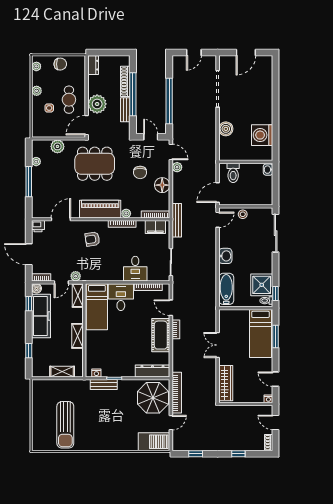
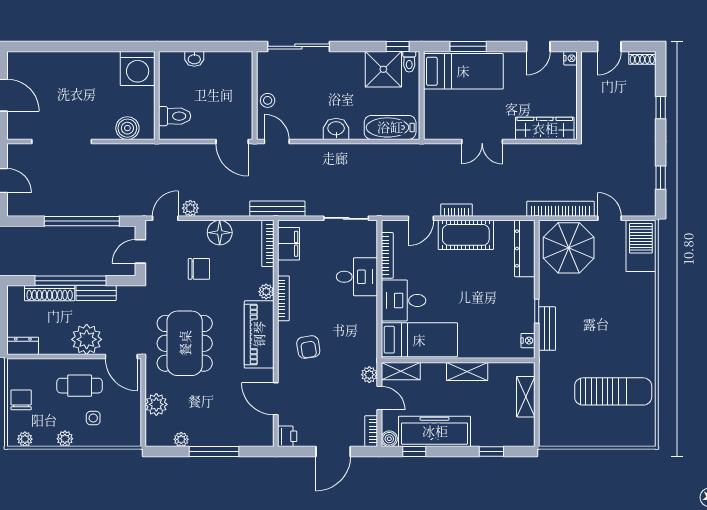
wall: (246, 162) -> (157, 95), moved
toilet: (233, 173) -> (175, 116), moved

